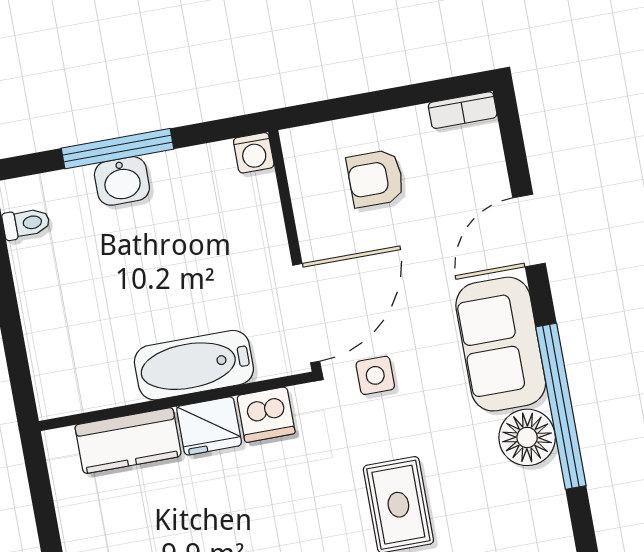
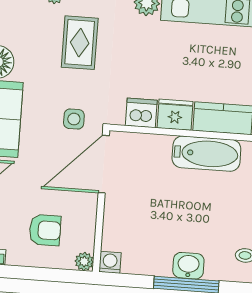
plant: (297, 143) -> (84, 261), added
bathtub: (194, 365) -> (206, 154), moved

